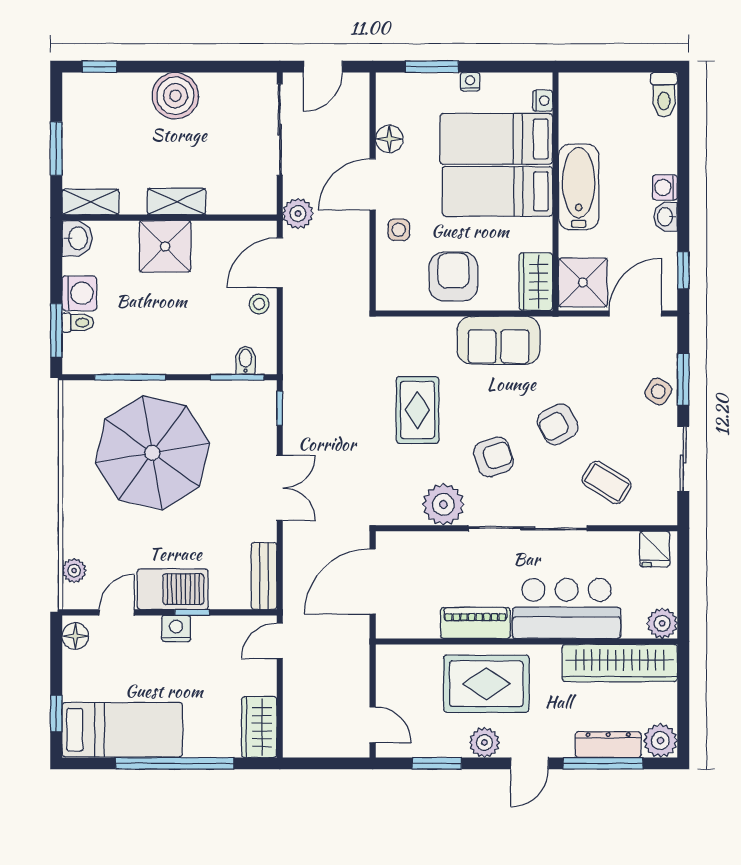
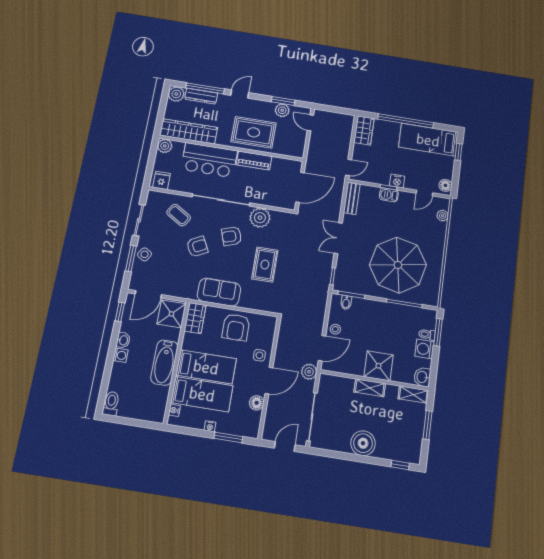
barbecue: (173, 589) -> (389, 195), width x0.53, depth x0.65
plant: (484, 742) -> (282, 110), moved

